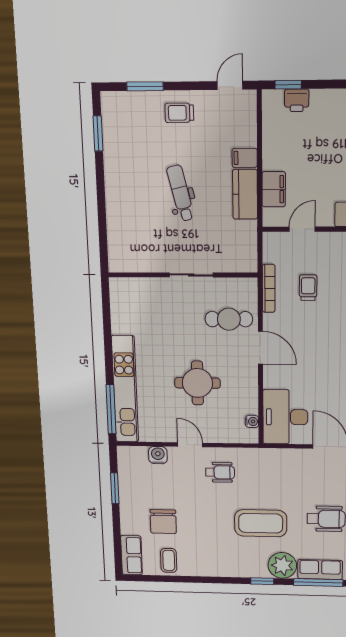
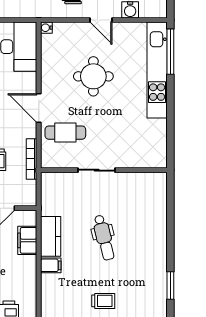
water cooler: (252, 421) -> (46, 28), moved

